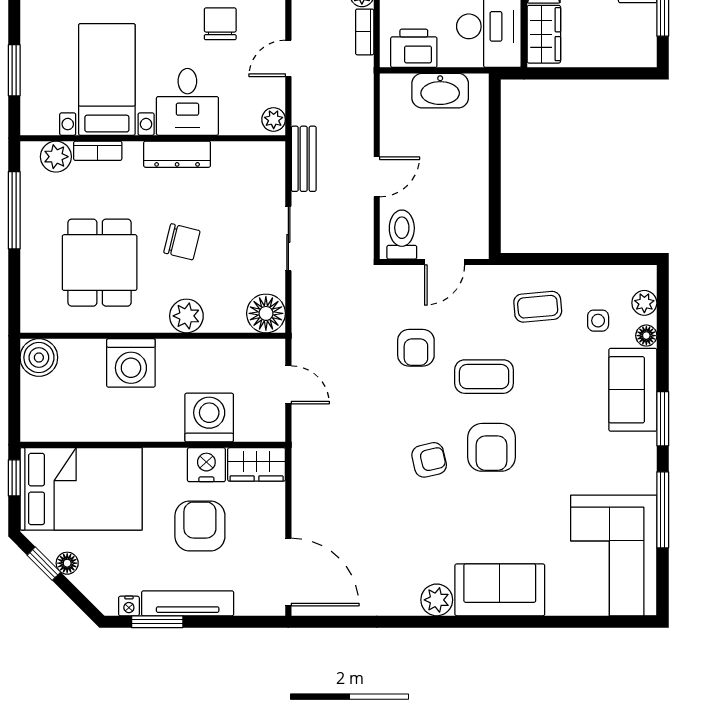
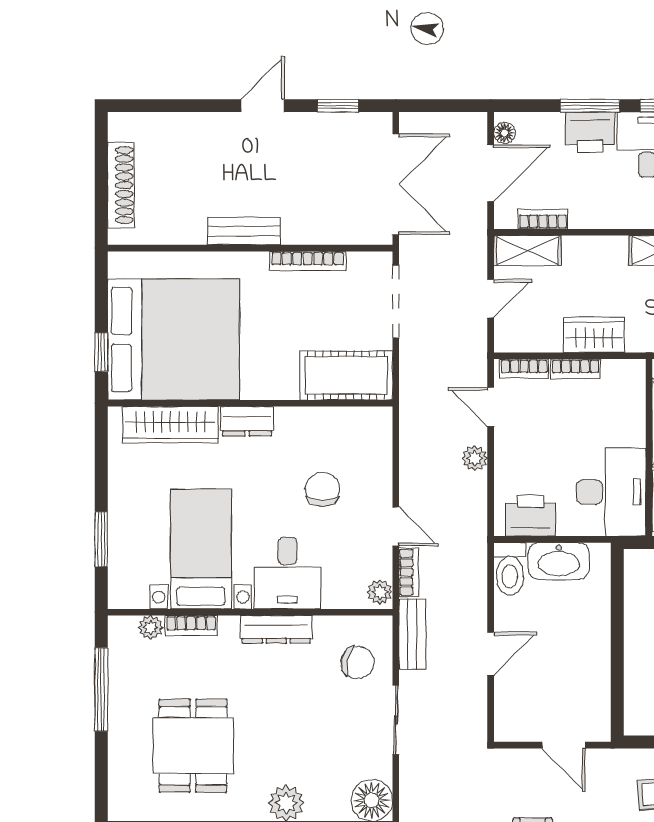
bookcase: (365, 32) -> (409, 572), moved, turned 180
door: (288, 58) -> (396, 526), swing flipped
plant: (56, 157) -> (151, 627), width x0.73, depth x0.73
toilet: (402, 235) -> (510, 569), moved, turned 180
chair: (182, 242) -> (358, 663), moved
door: (445, 262) -> (564, 745), hinge flipped

